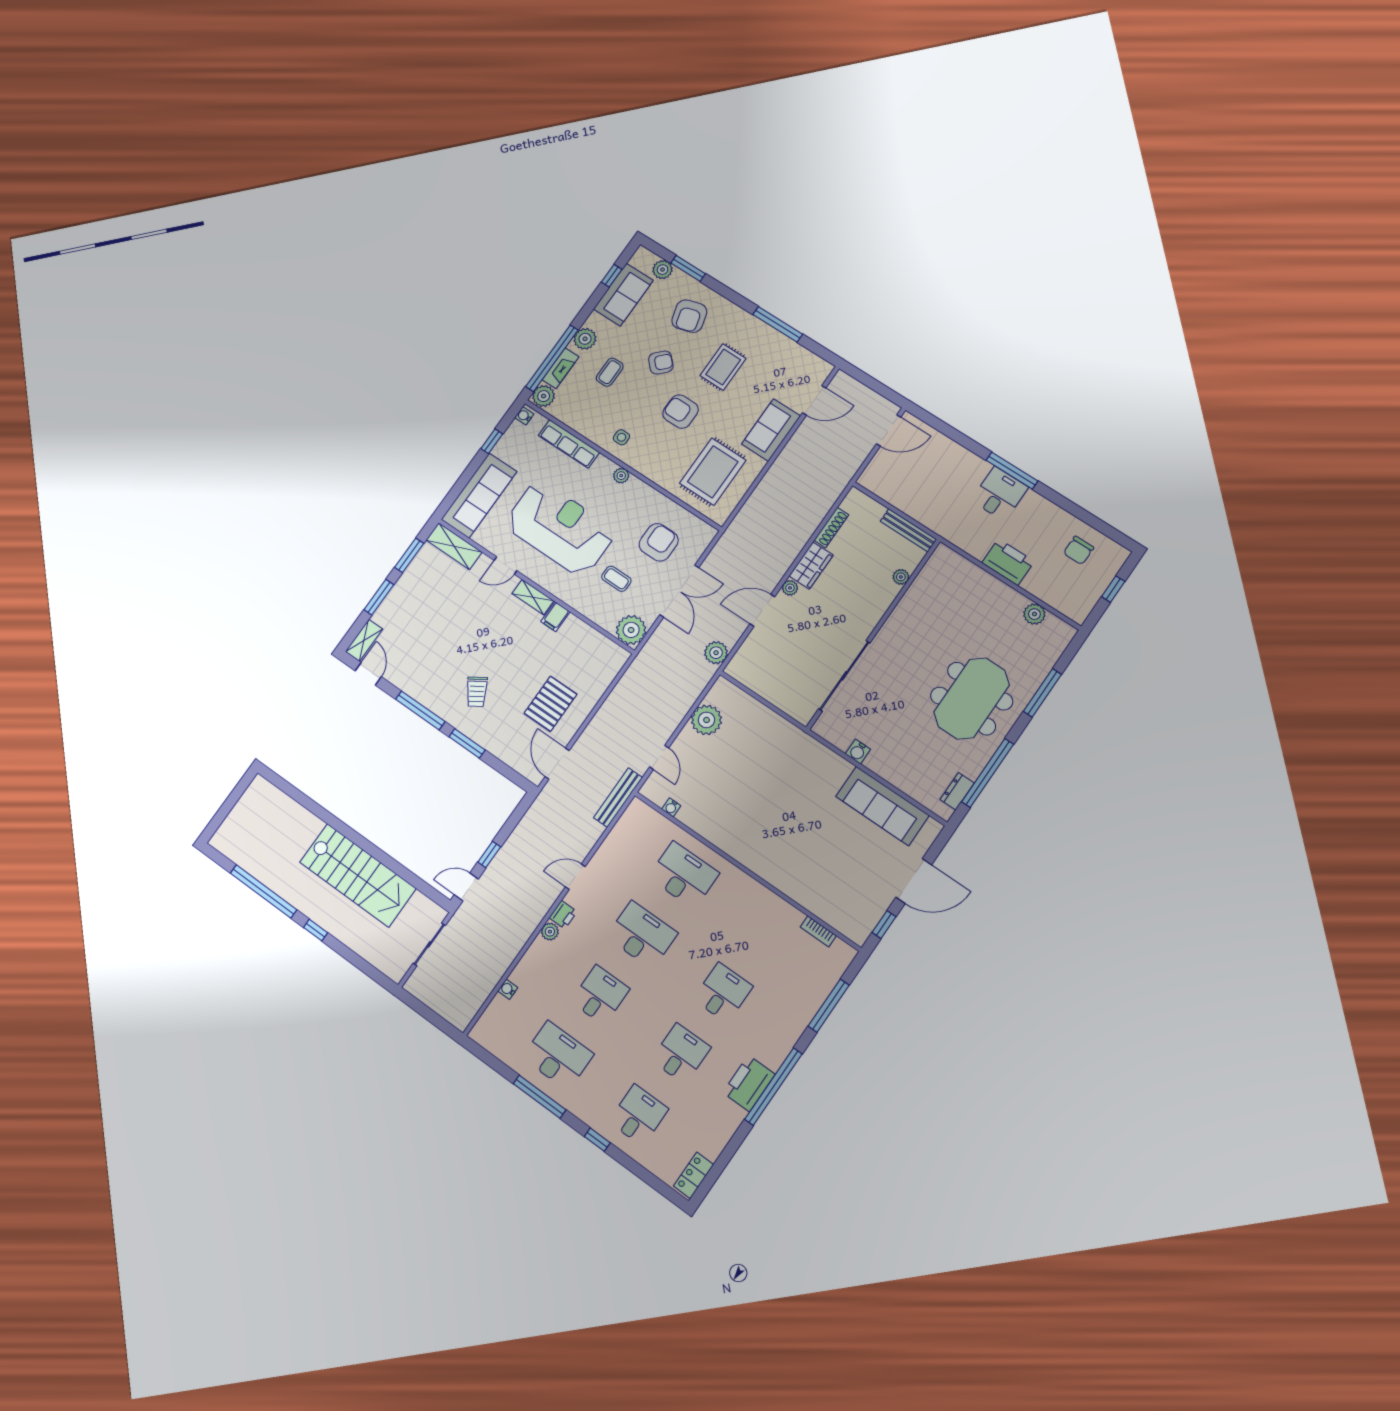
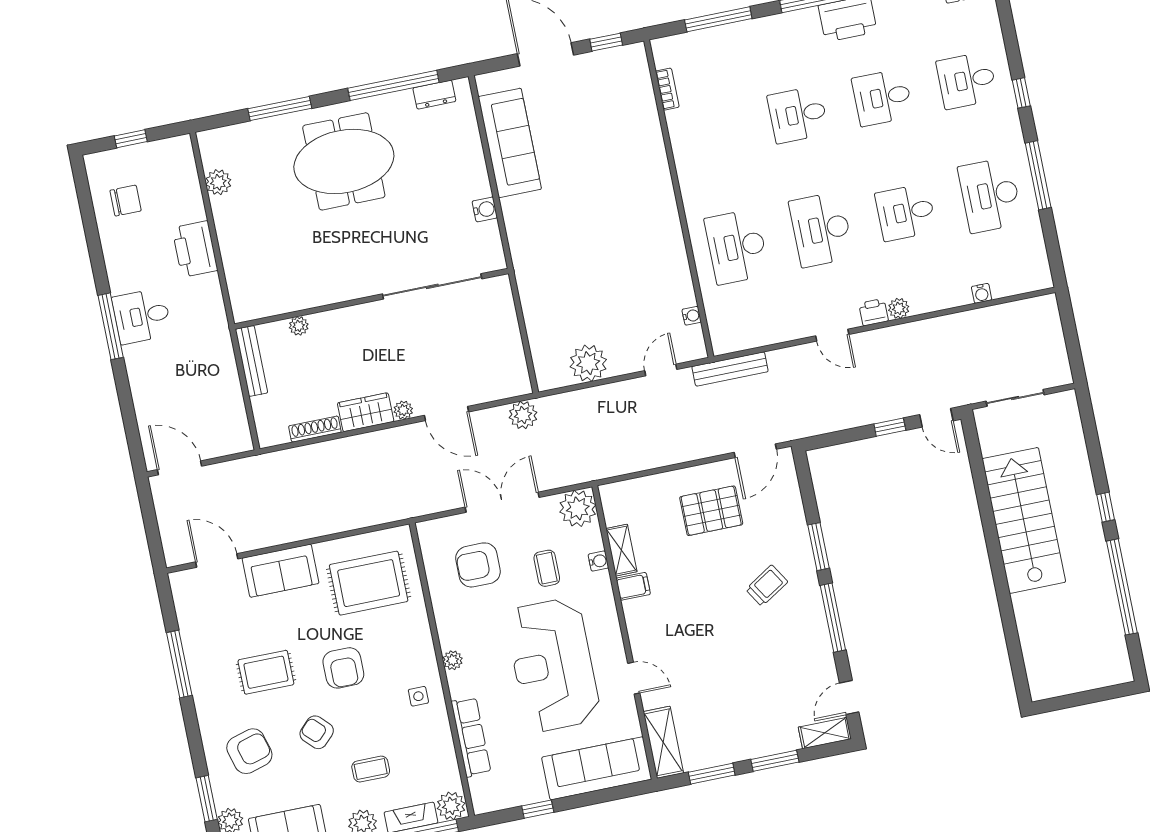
water cooler: (524, 416) -> (598, 561), moved, turned -90
shelving: (533, 597) -> (621, 550), moved

